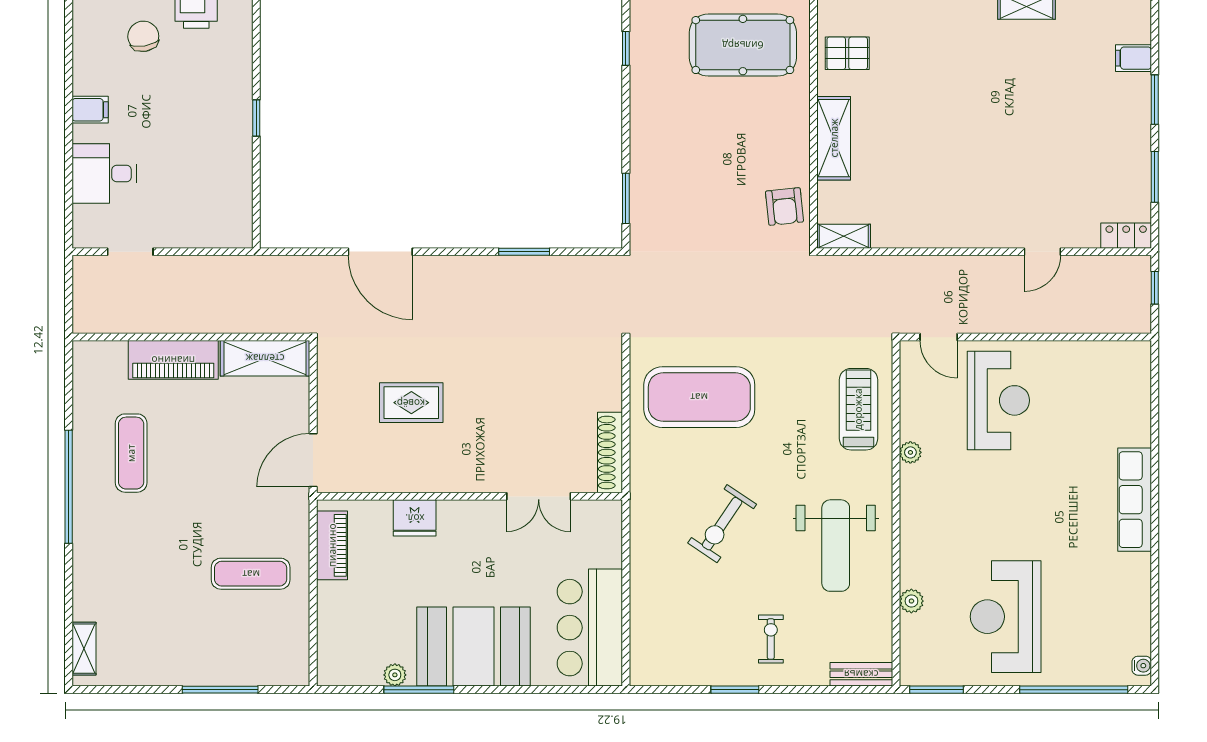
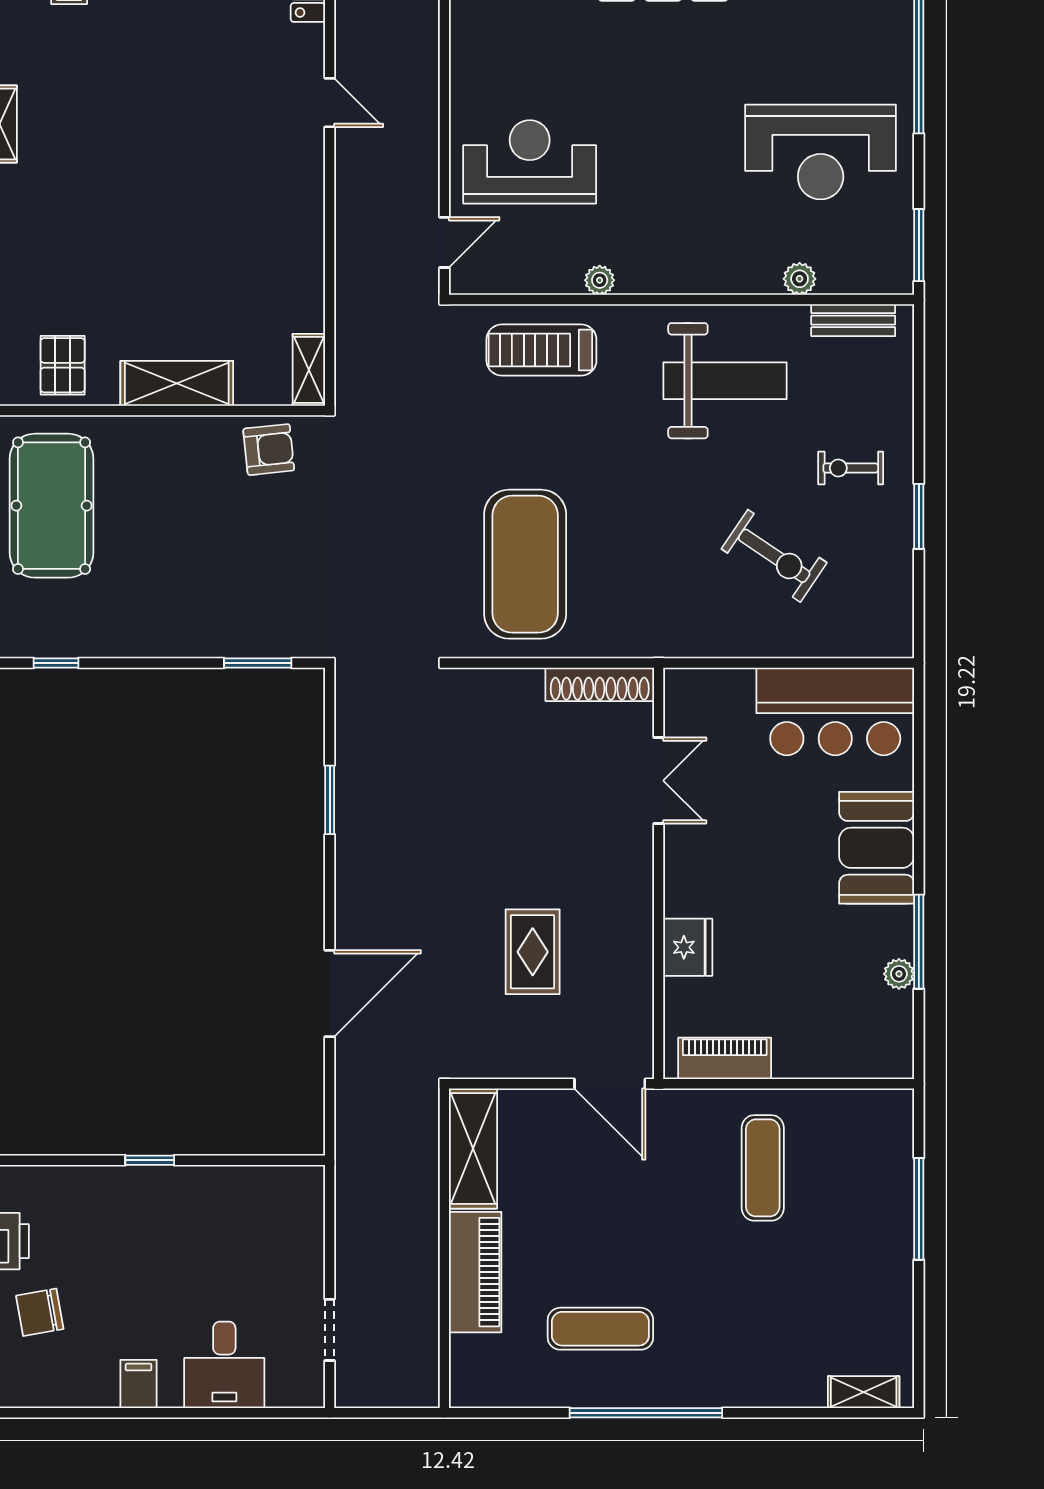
exercise bike: (722, 524) -> (774, 556), moved
booth: (474, 647) -> (877, 848), width x0.73, depth x0.70
bench: (861, 674) -> (853, 320), moved, turned 90

